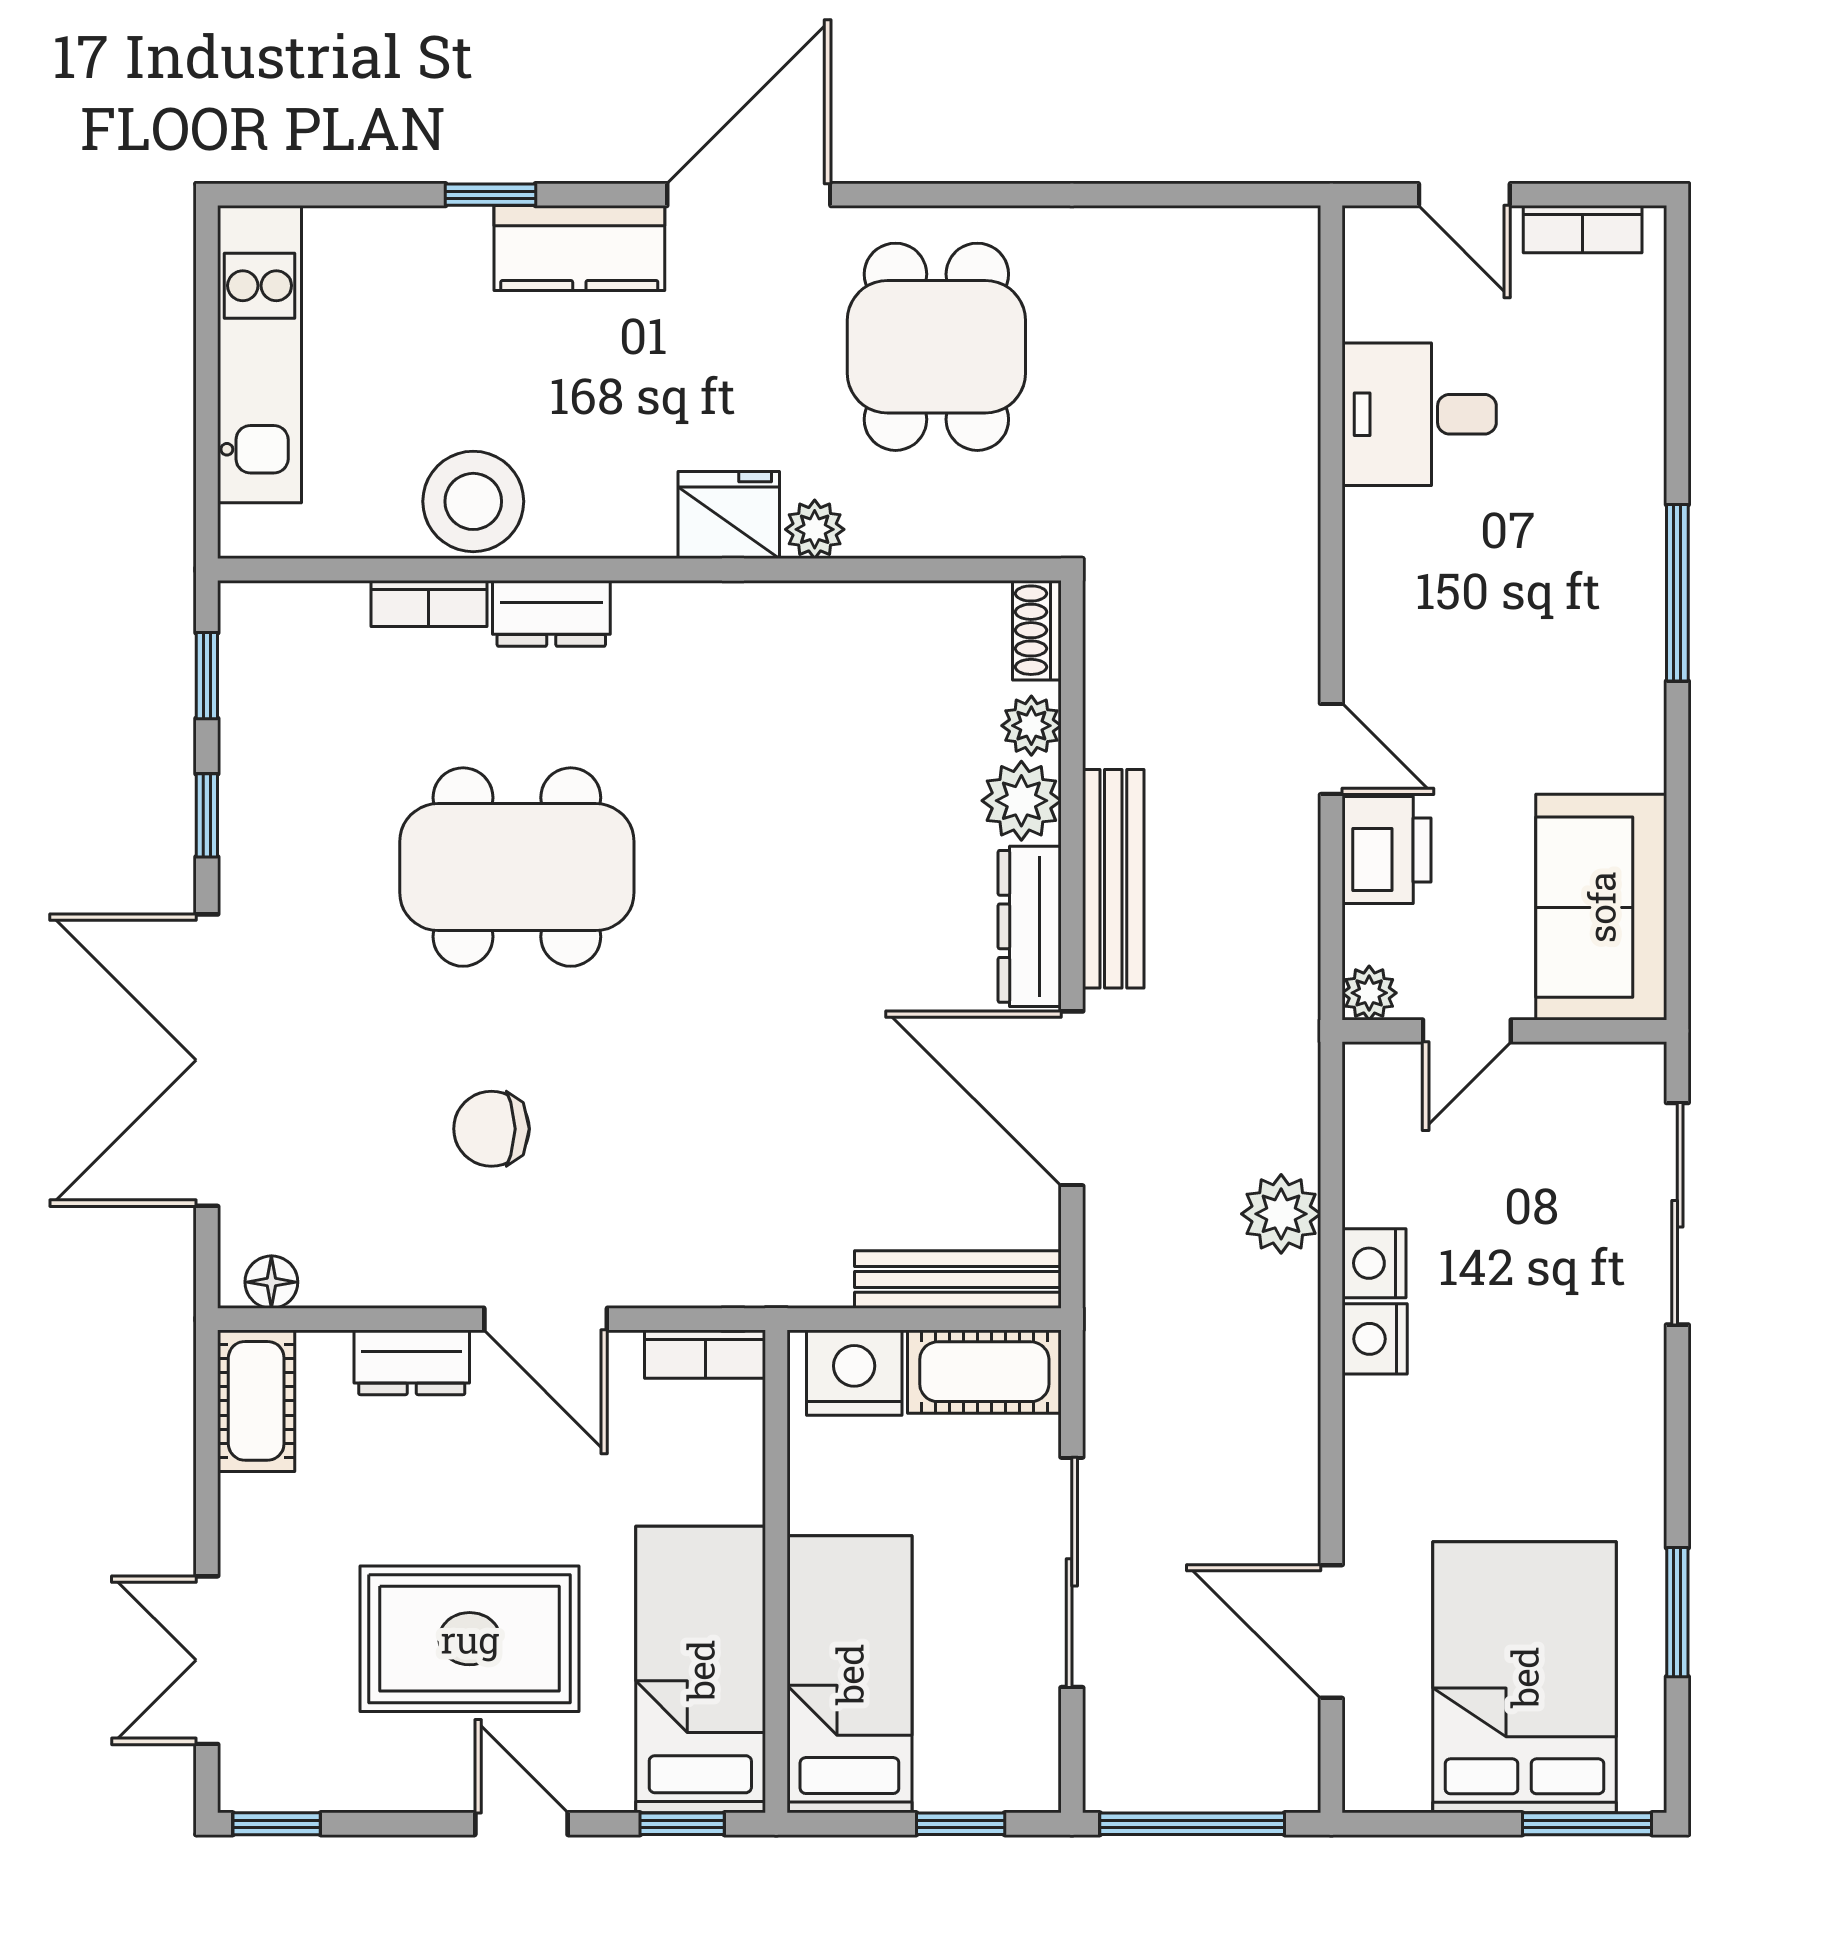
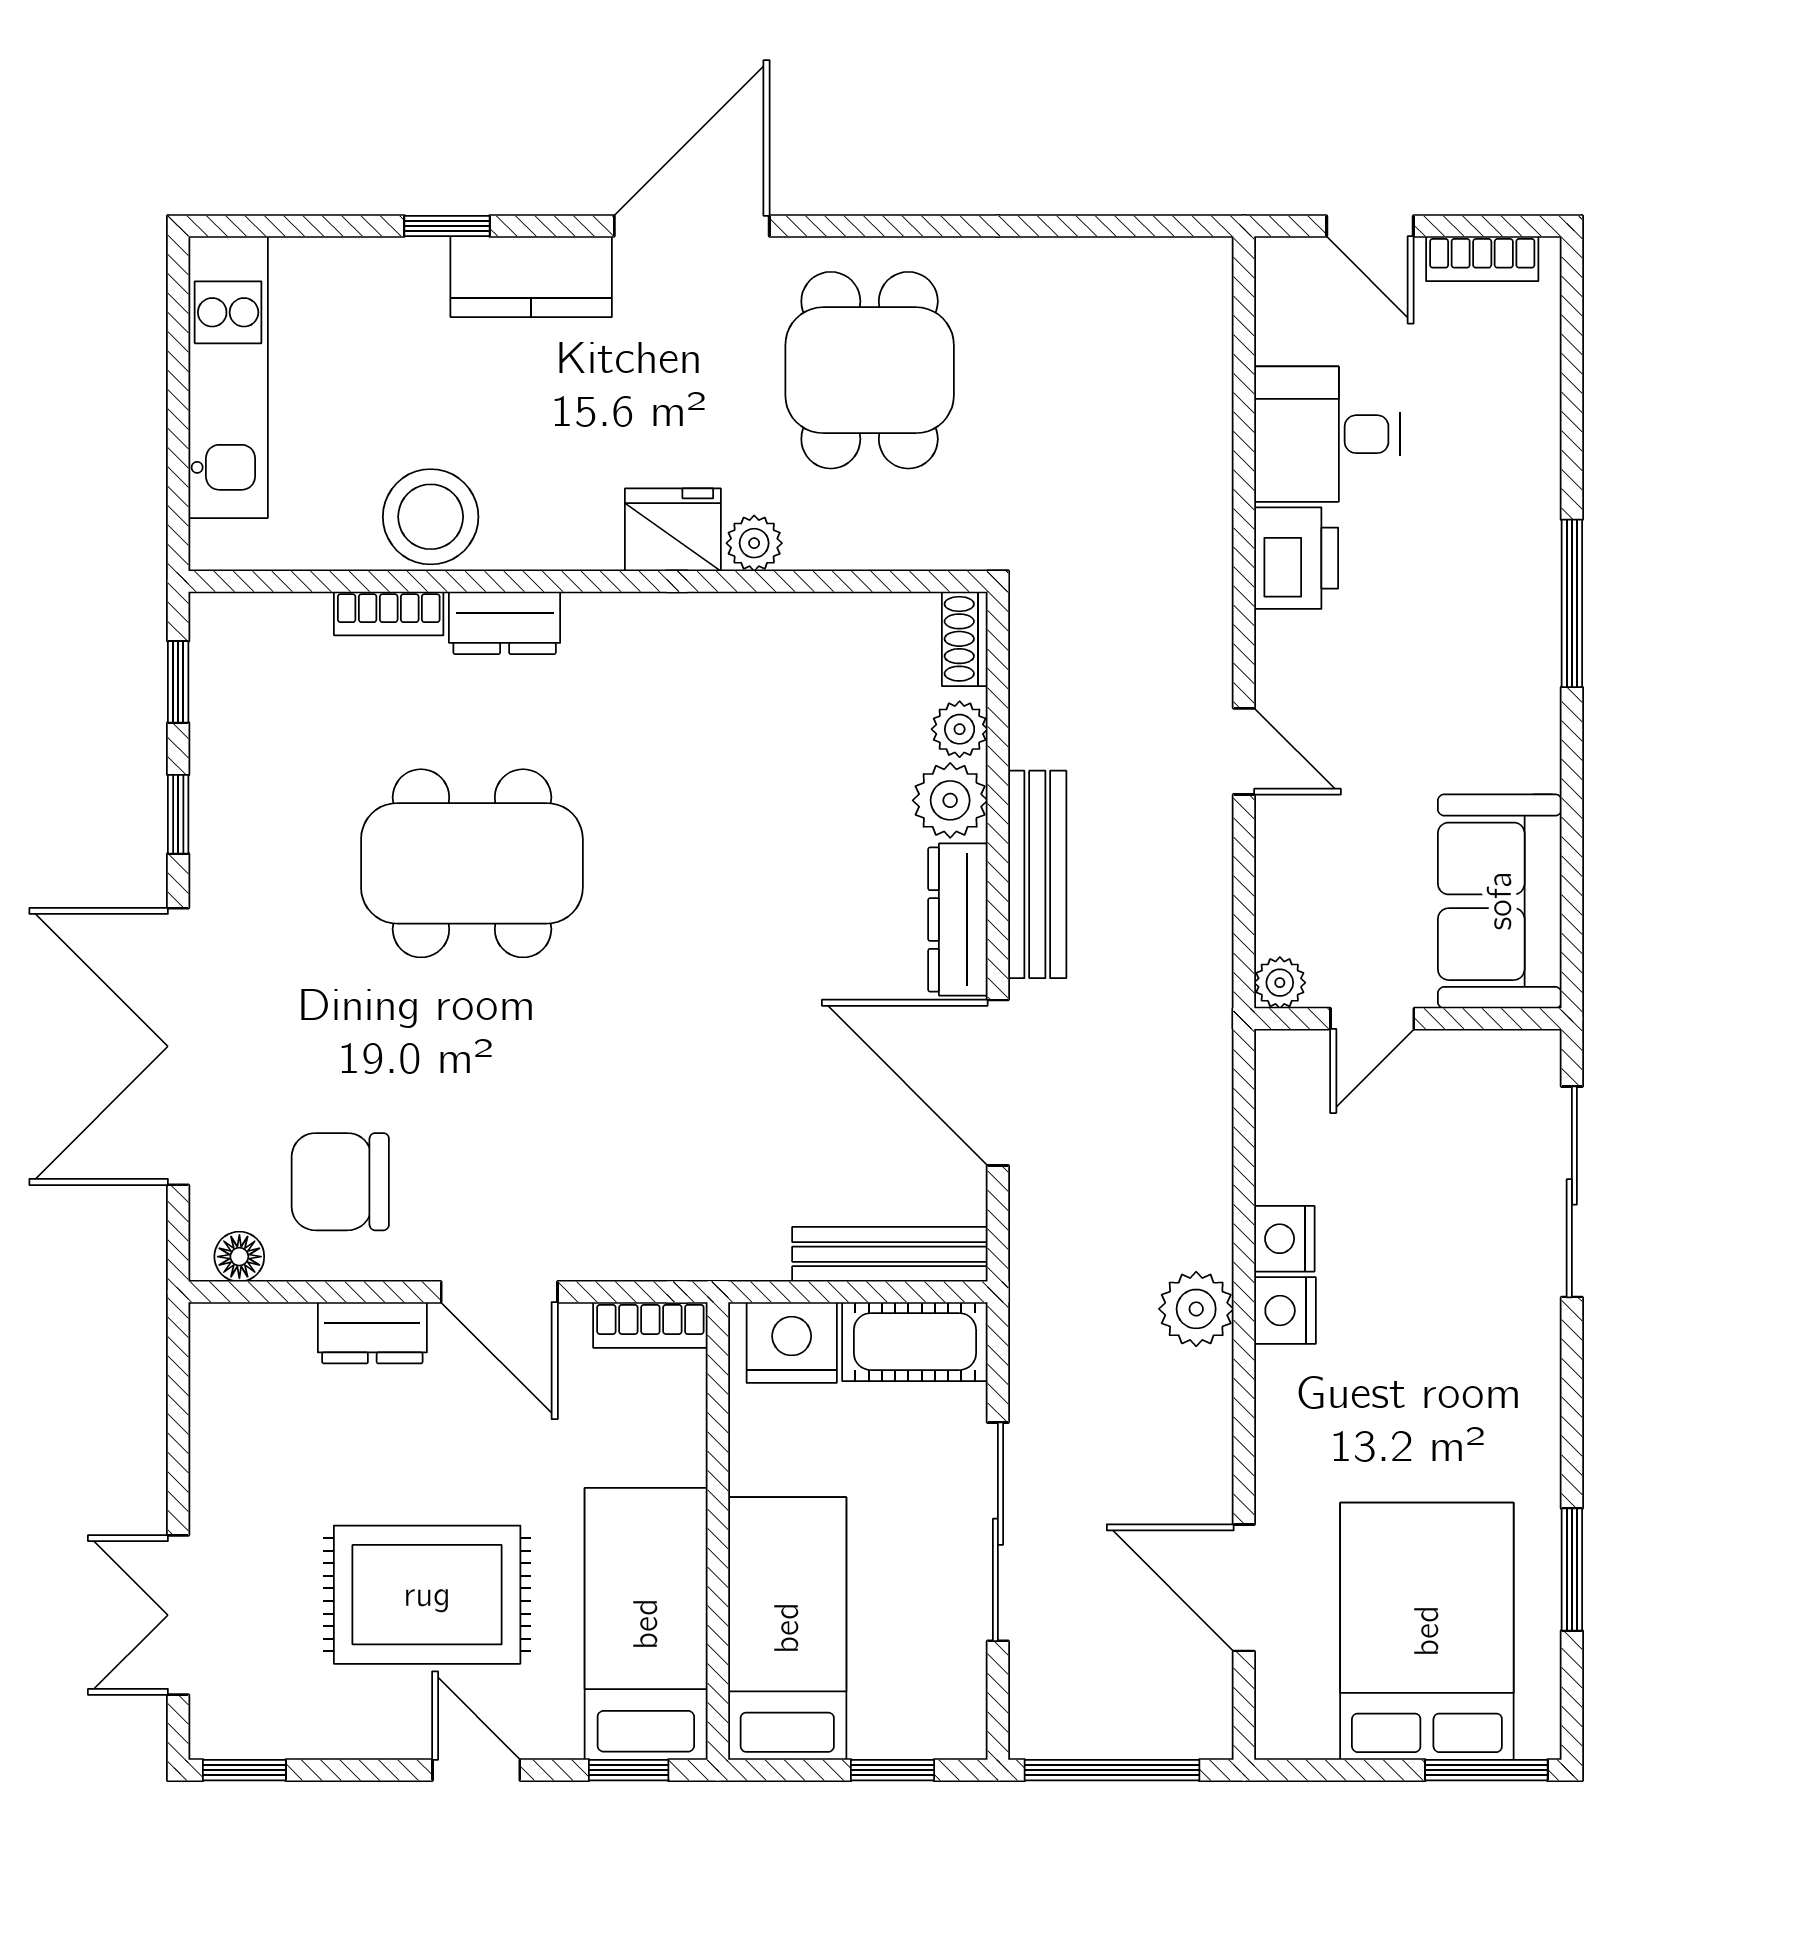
printer: (1386, 850) -> (1296, 558), moved
chair: (491, 1129) -> (340, 1182), moved, width x1.37, depth x1.37
plant: (1281, 1214) -> (1196, 1309), moved
cot: (256, 1401) -> (225, 1369), removed

